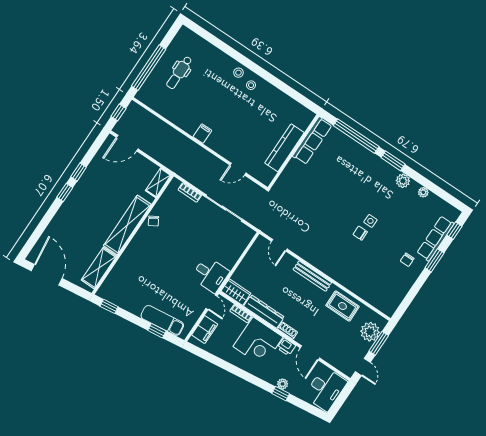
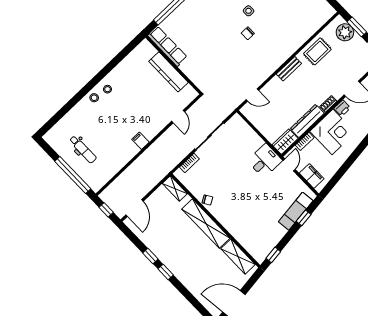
chair: (360, 233) -> (248, 33), moved
bench: (312, 276) -> (289, 69), width x0.73
door: (212, 302) -> (289, 165), hinge flipped

